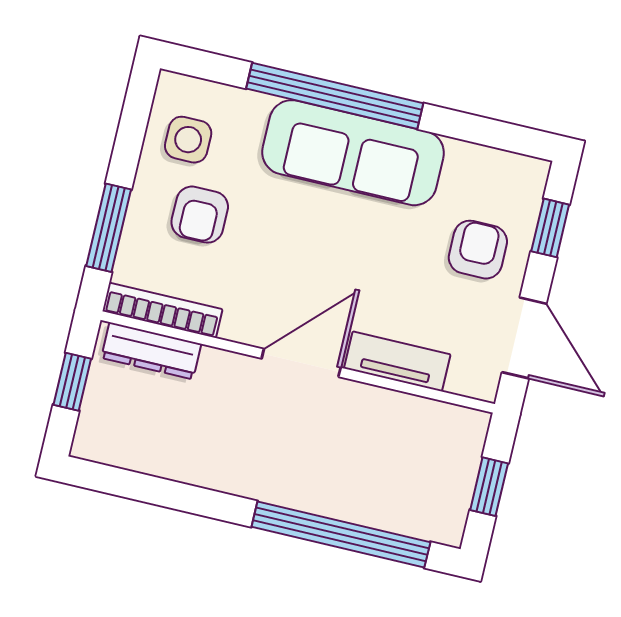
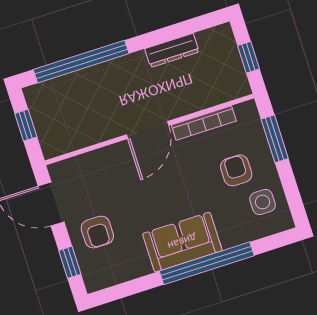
sofa: (353, 153) -> (182, 242), width x0.73
bookcase: (162, 310) -> (204, 123), moved
dresser: (151, 351) -> (172, 50), moved, turned 180
tv unit: (397, 361) -> (103, 158), removed

